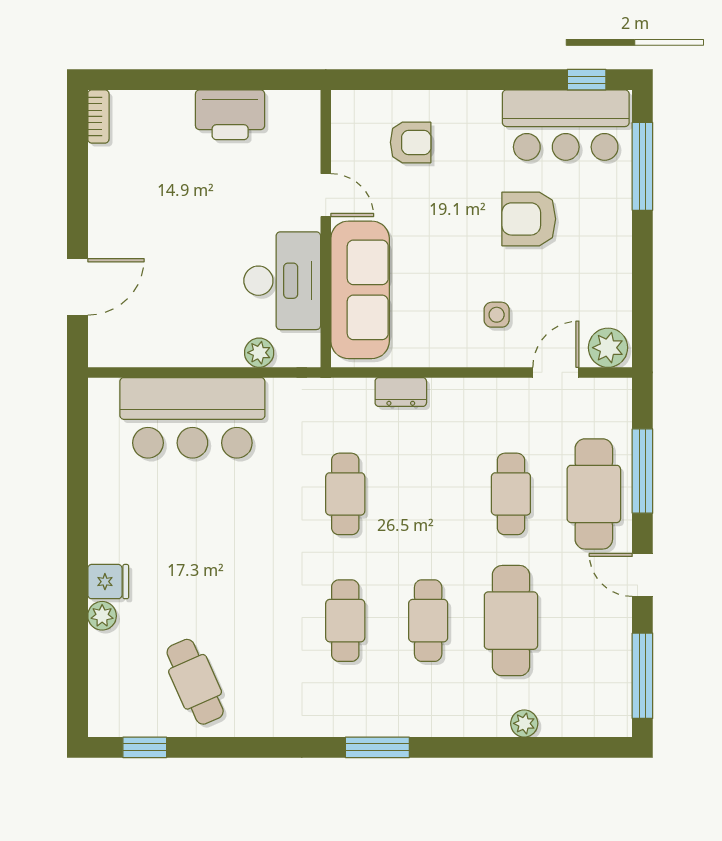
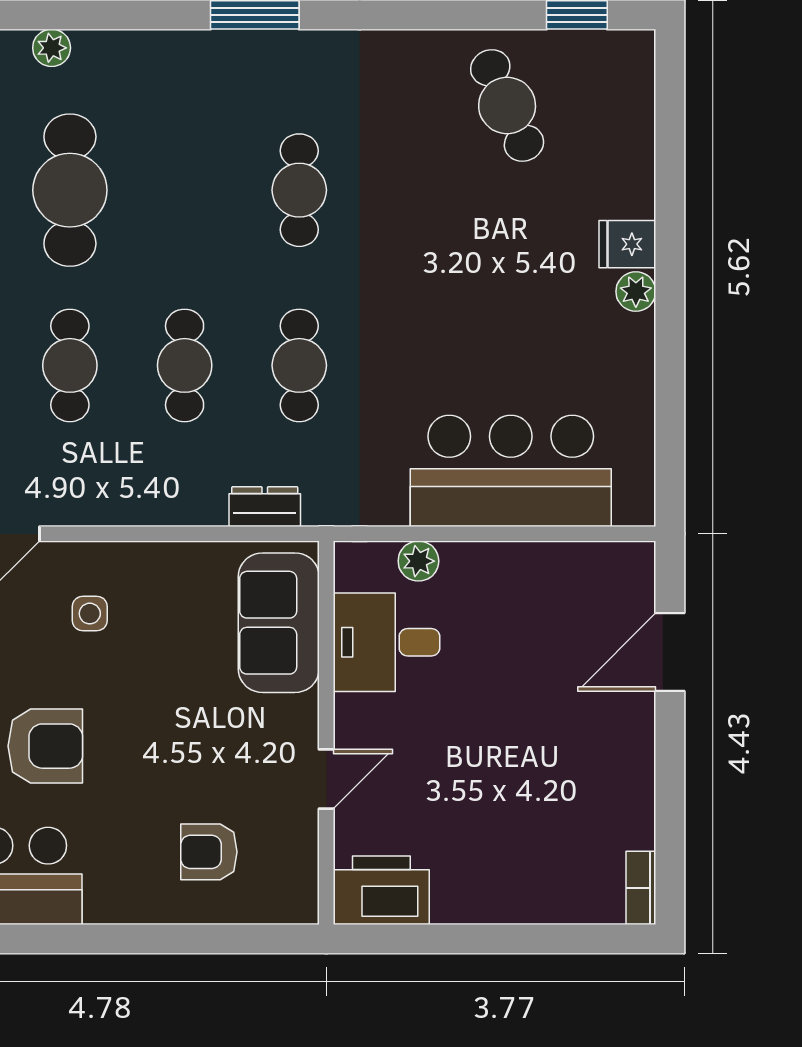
printer: (230, 115) -> (381, 890), moved
door: (326, 195) -> (326, 779), swing flipped
desk: (282, 281) -> (387, 642), width x0.73
sofa: (360, 290) -> (279, 623), width x0.73
dresser: (401, 392) -> (265, 507), moved
plant: (102, 616) -> (636, 292), moved
cafe table: (428, 621) -> (185, 365), moved

